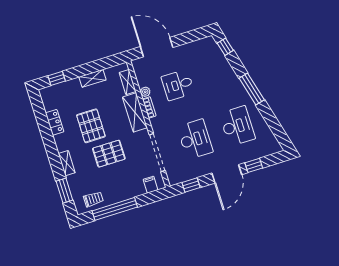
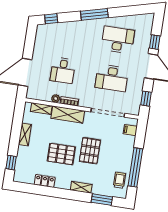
desk: (195, 139) -> (112, 78), turned 180

